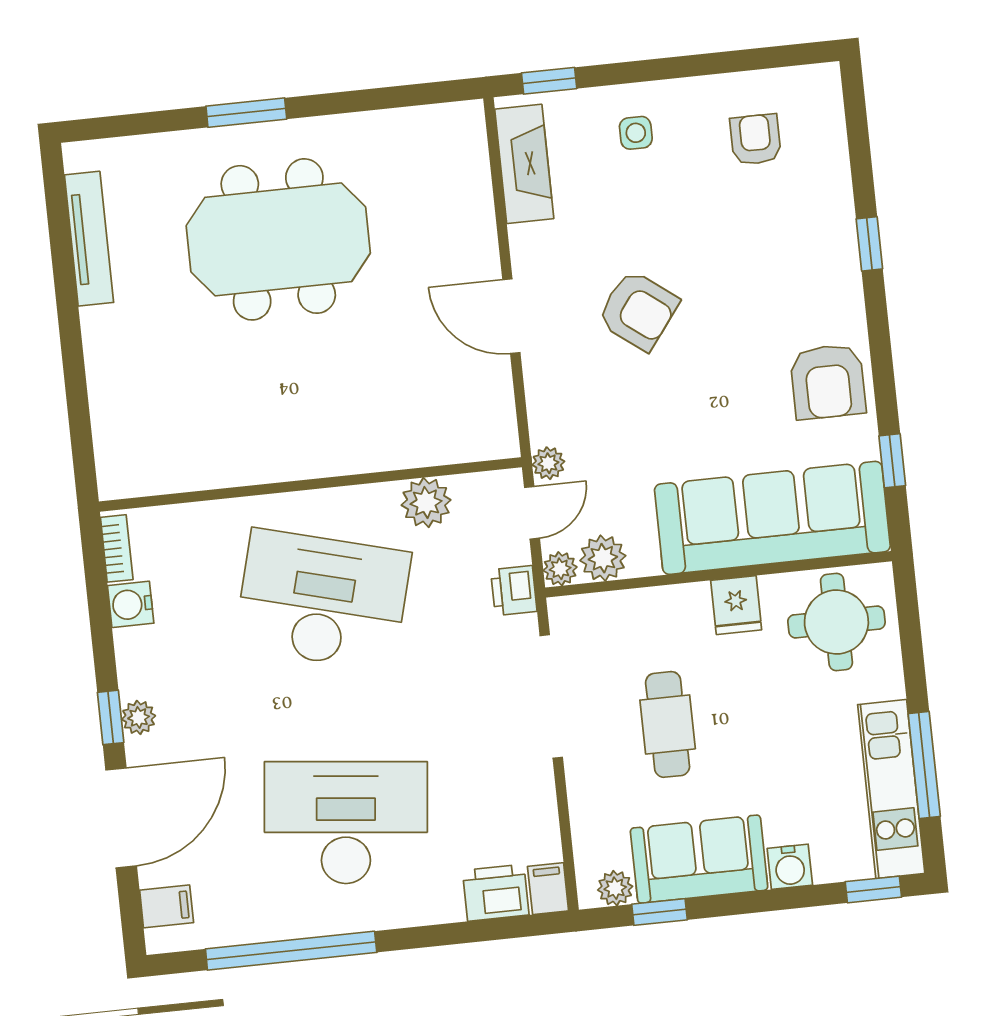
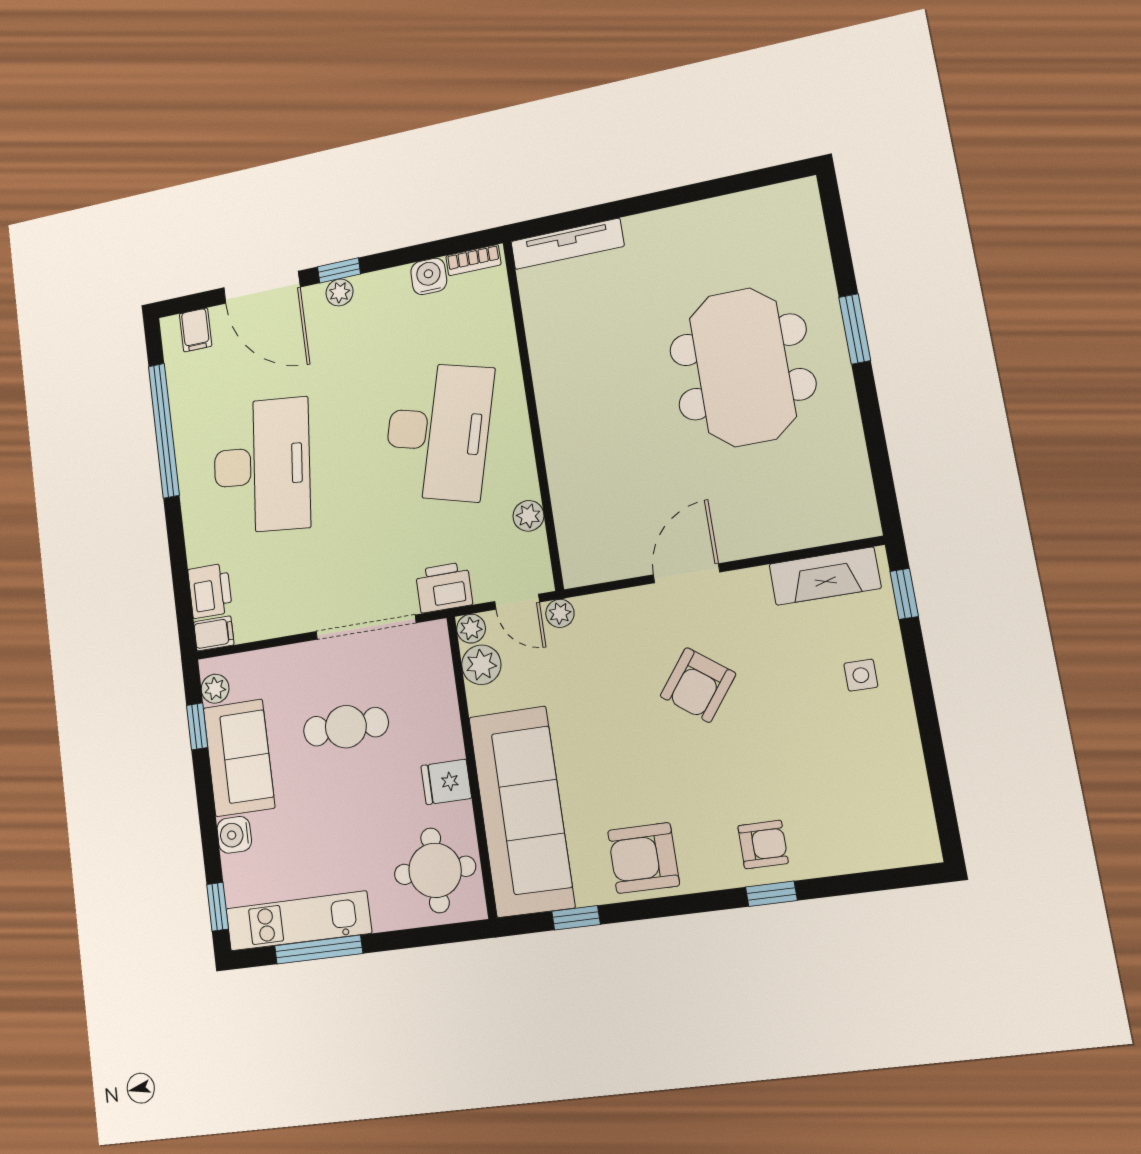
armchair: (755, 139) -> (763, 844), moved
tv unit: (89, 239) -> (567, 244), moved
plant: (426, 503) -> (528, 516), width x0.73, depth x0.73
printer: (514, 591) -> (444, 587), width x1.36, depth x1.24

